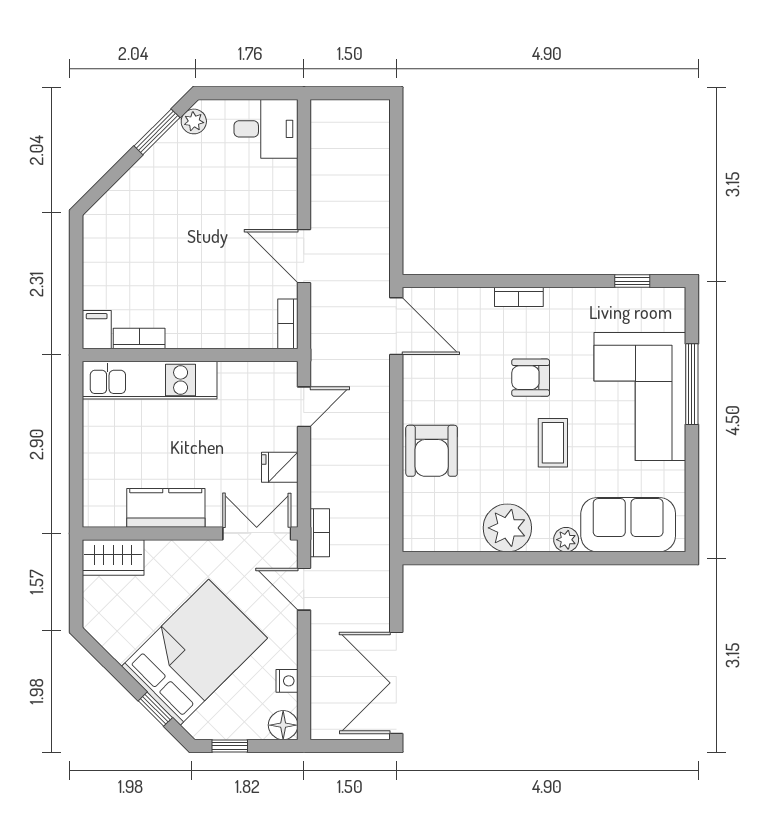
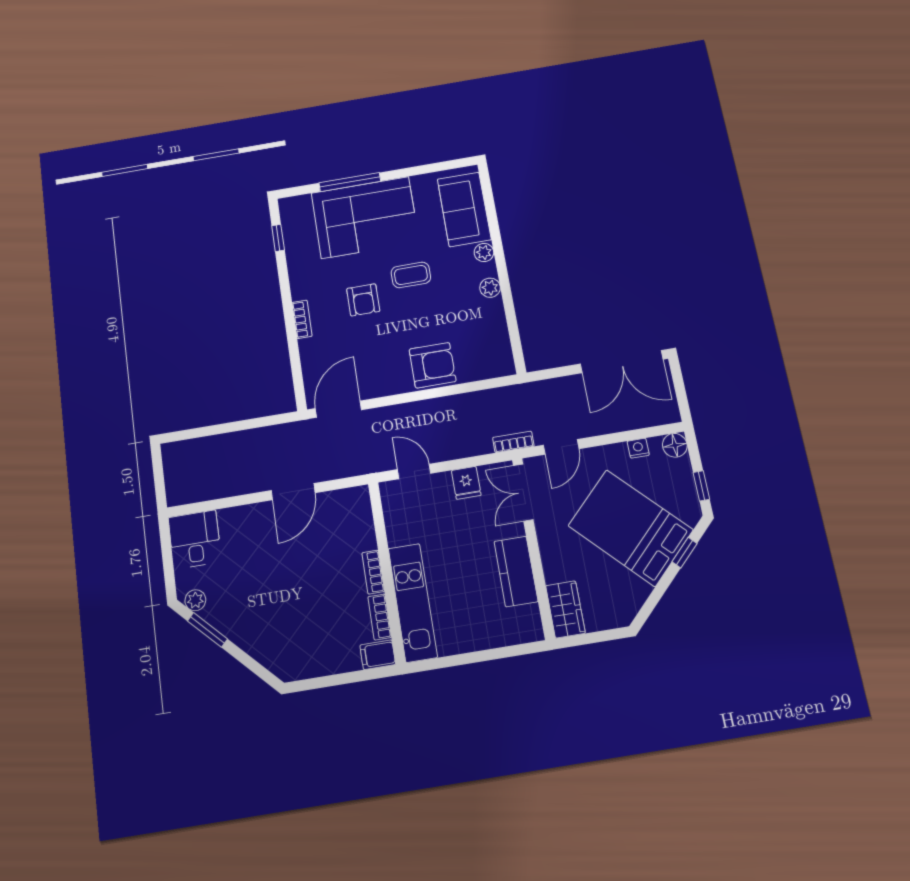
bookcase: (288, 324) -> (373, 572), moved, turned 90
plant: (507, 528) -> (490, 288), width x0.53, depth x0.53

